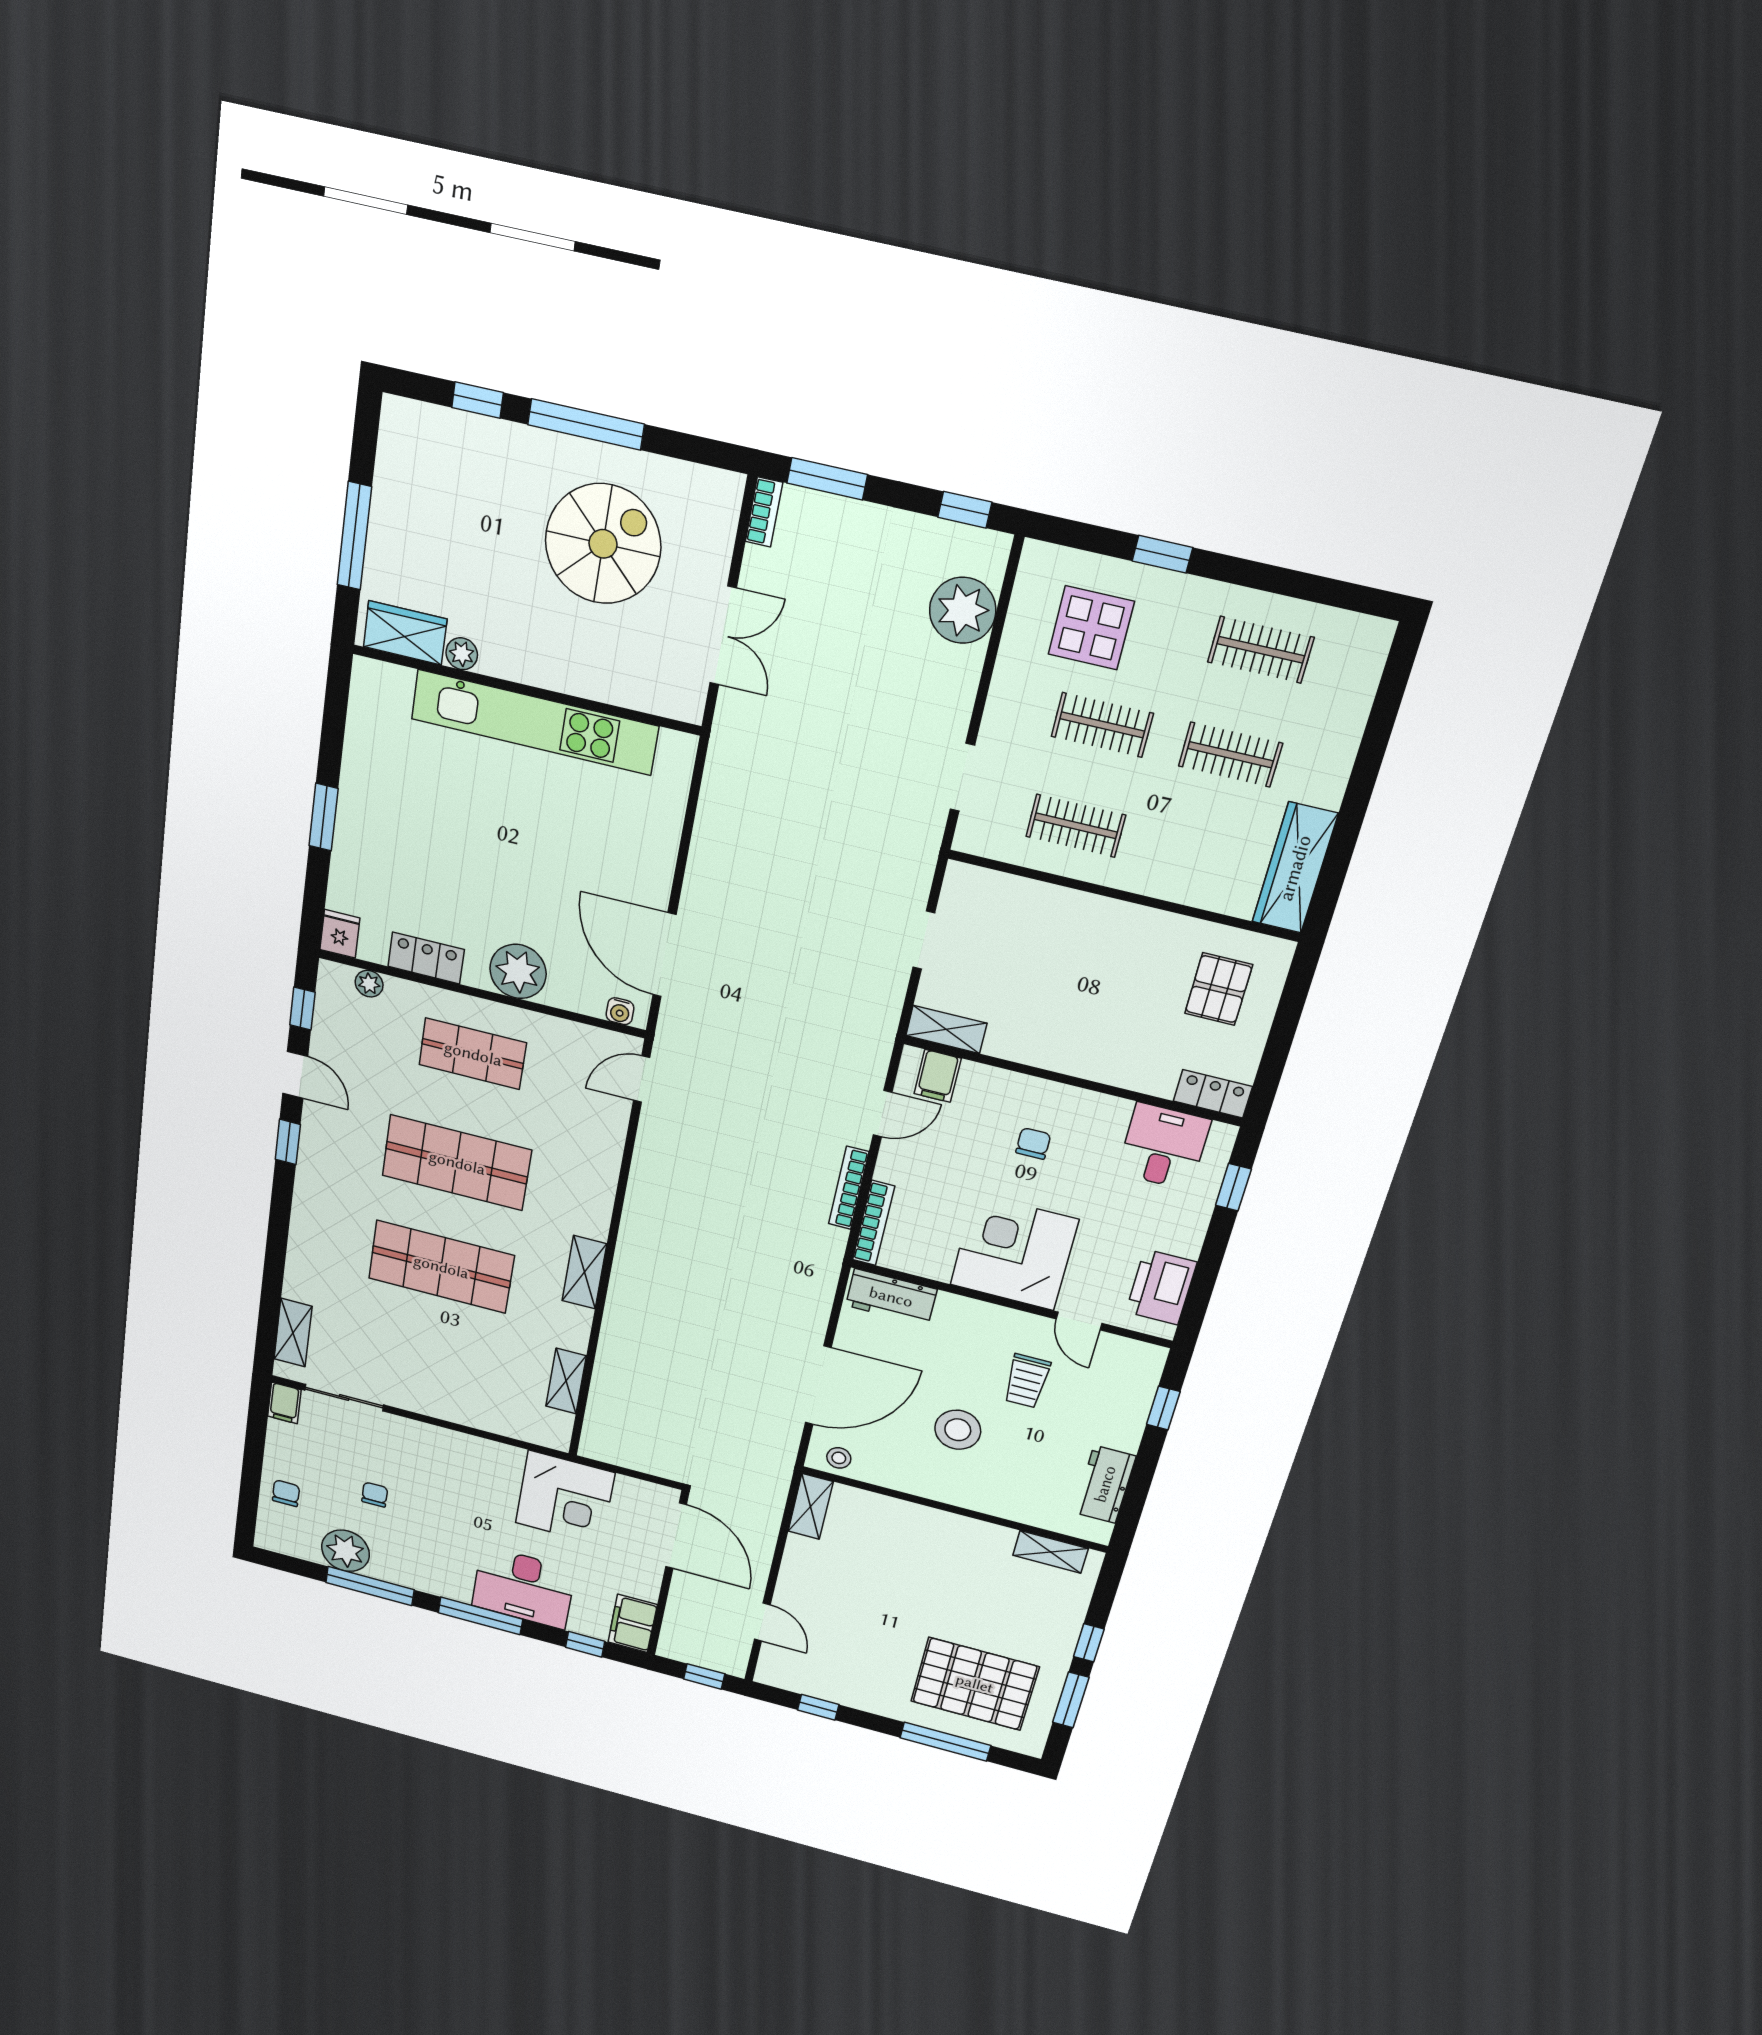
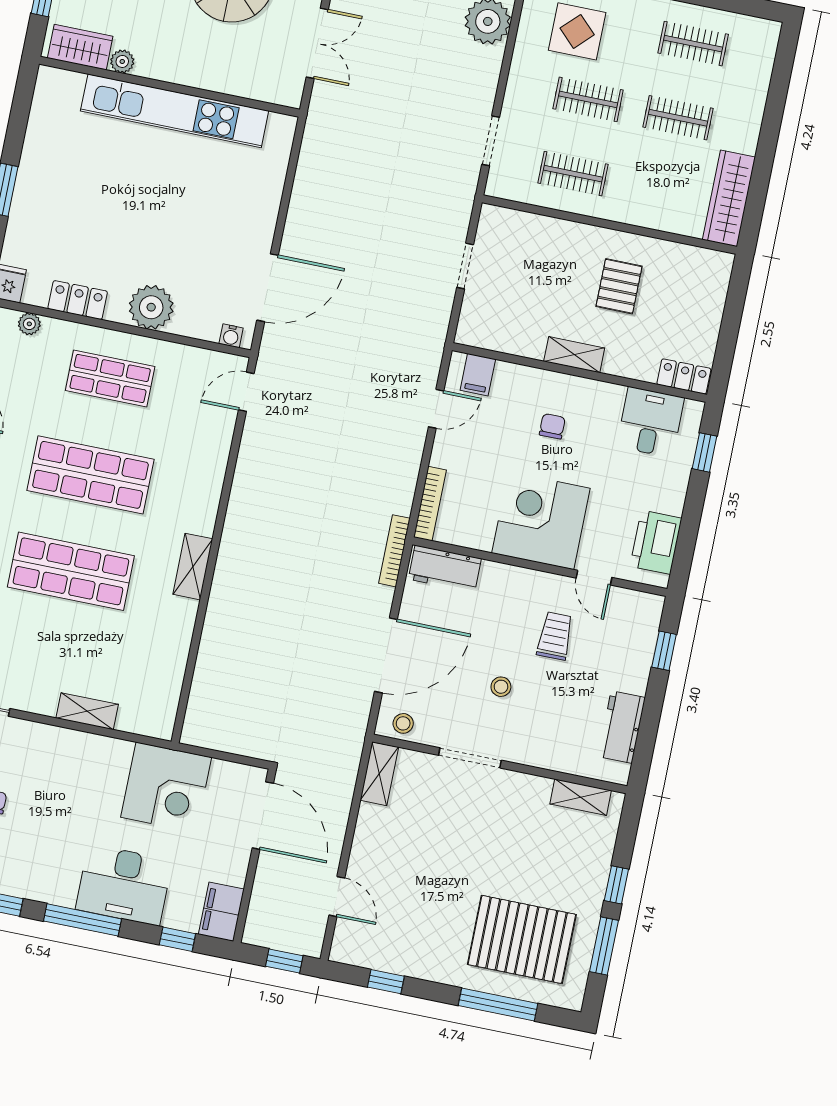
door: (664, 955) -> (267, 288), swing flipped
pallet: (1219, 989) -> (619, 286), moved
shelving: (946, 1029) -> (574, 355), moved
bookcase: (849, 1188) -> (394, 551), moved
shelving: (566, 1381) -> (87, 711), moved, turned 90
trolley: (1027, 1381) -> (555, 636), turned 180
stool: (958, 1430) -> (501, 687), width x0.53, depth x0.53
doorway: (918, 1500) -> (470, 758), added

